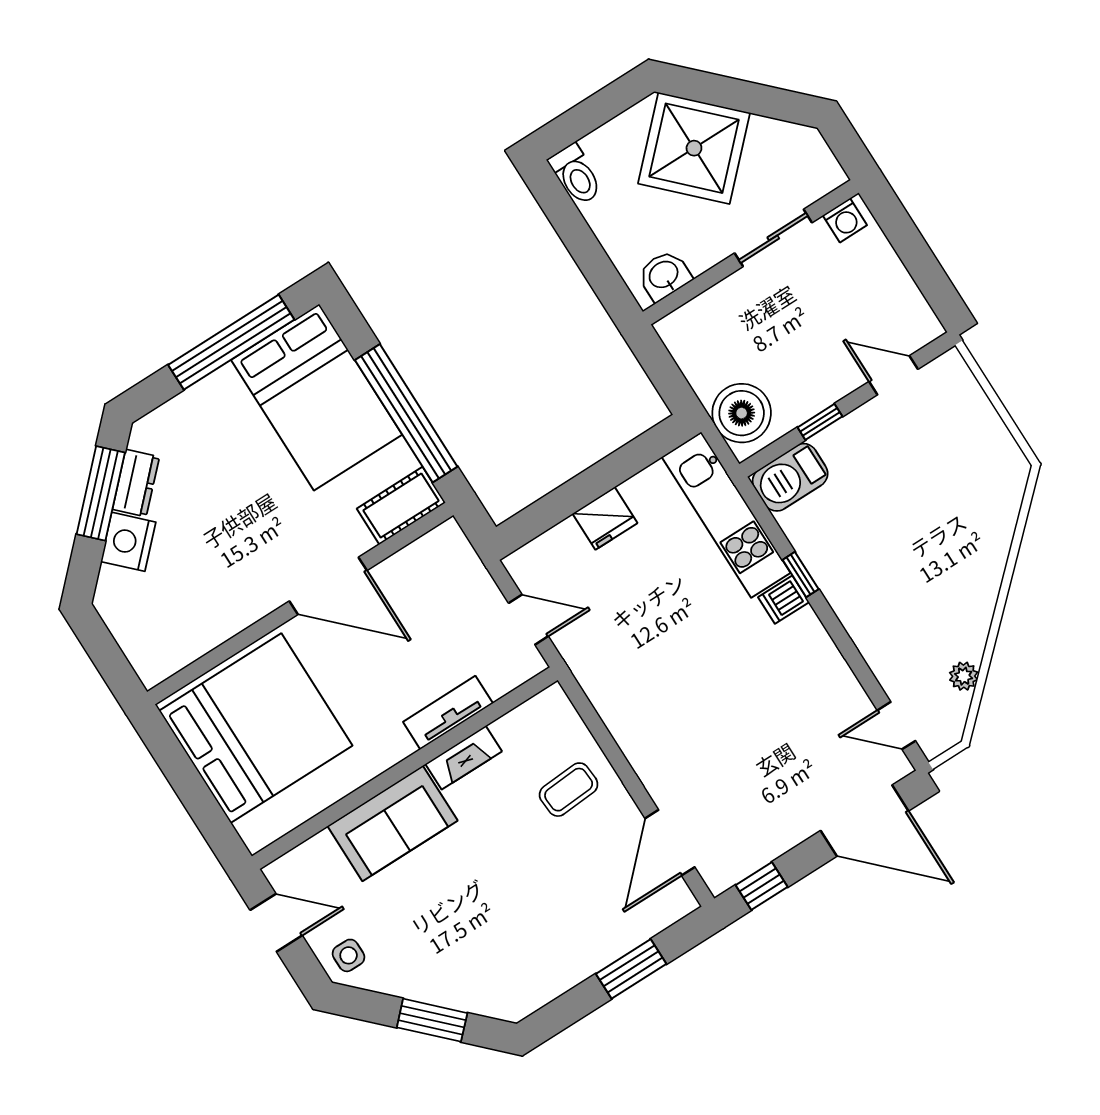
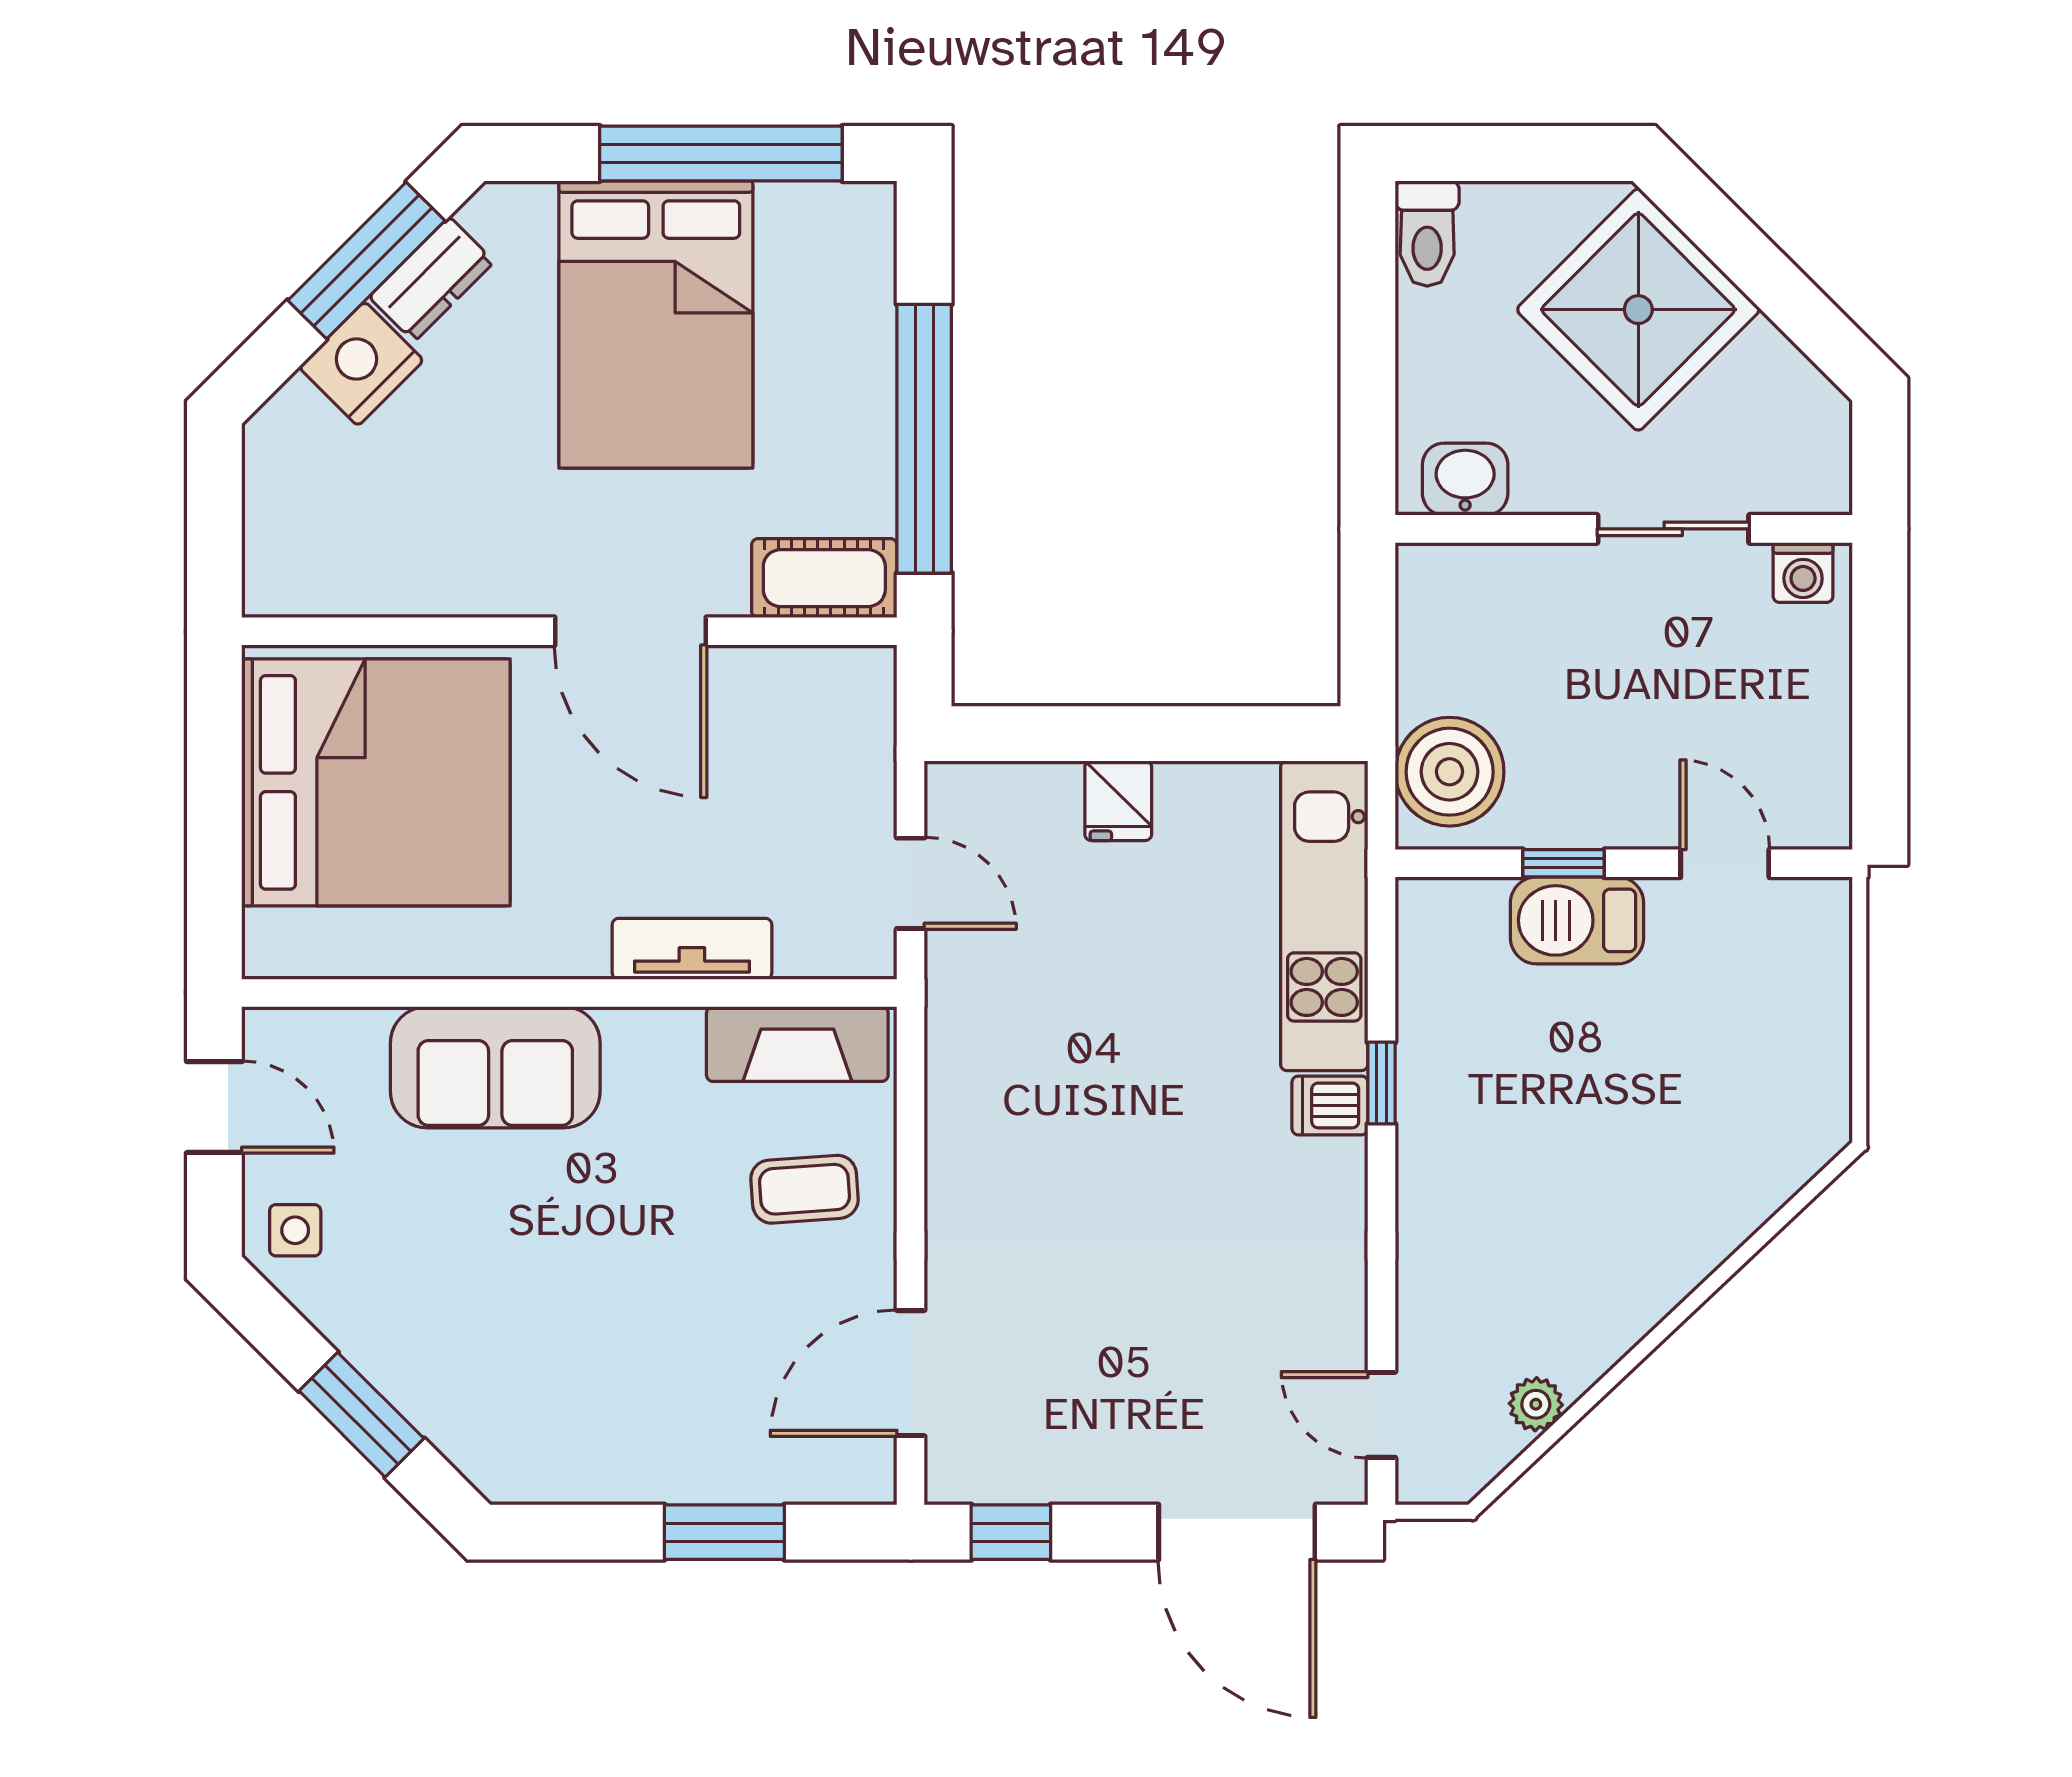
bed: (317, 397) -> (656, 324), moved
barbecue: (790, 477) -> (1577, 920), moved
fridge: (605, 518) -> (1118, 801), width x0.72
fireplace: (464, 758) -> (797, 1044), moved, width x1.37, depth x1.32

